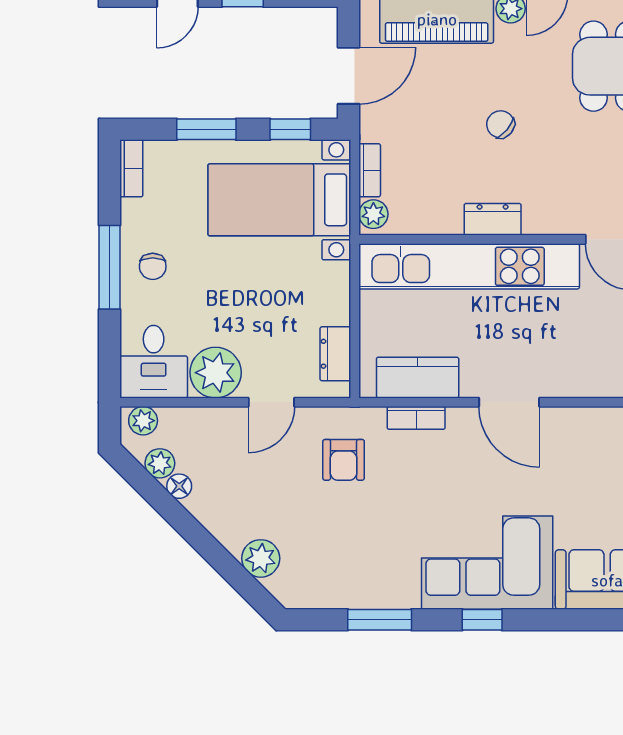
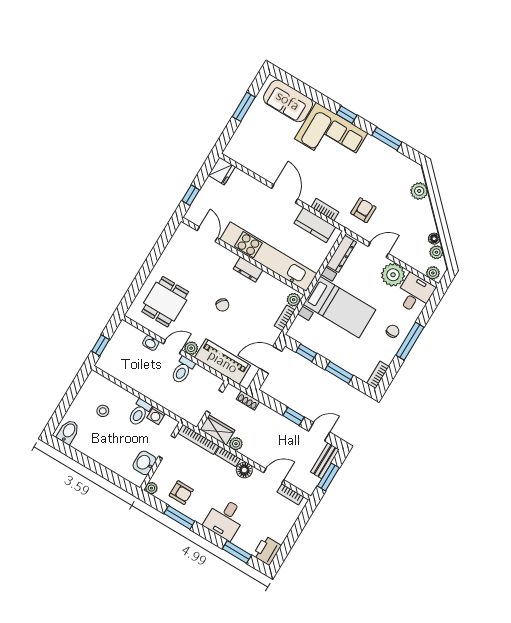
bed with nightstands: (279, 200) -> (339, 307), moved
dresser: (335, 354) -> (342, 254), width x1.44

